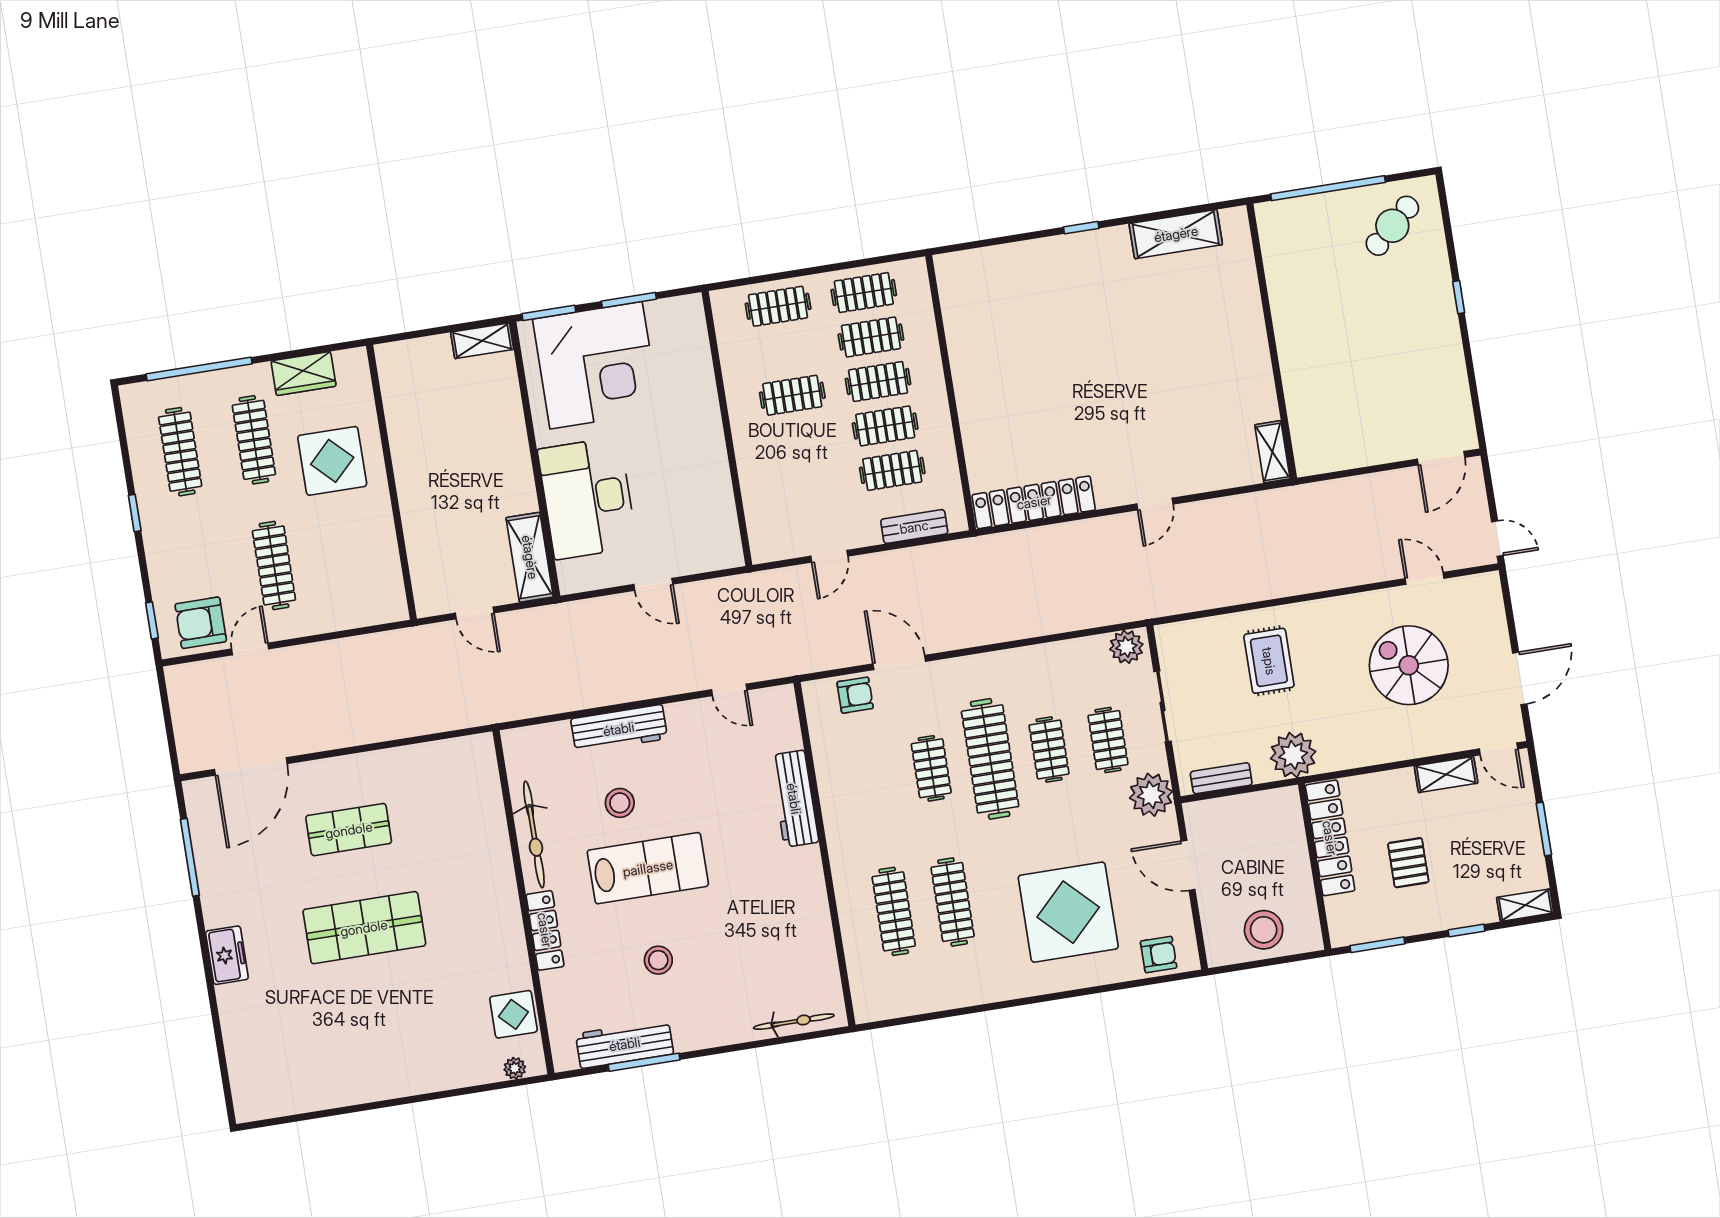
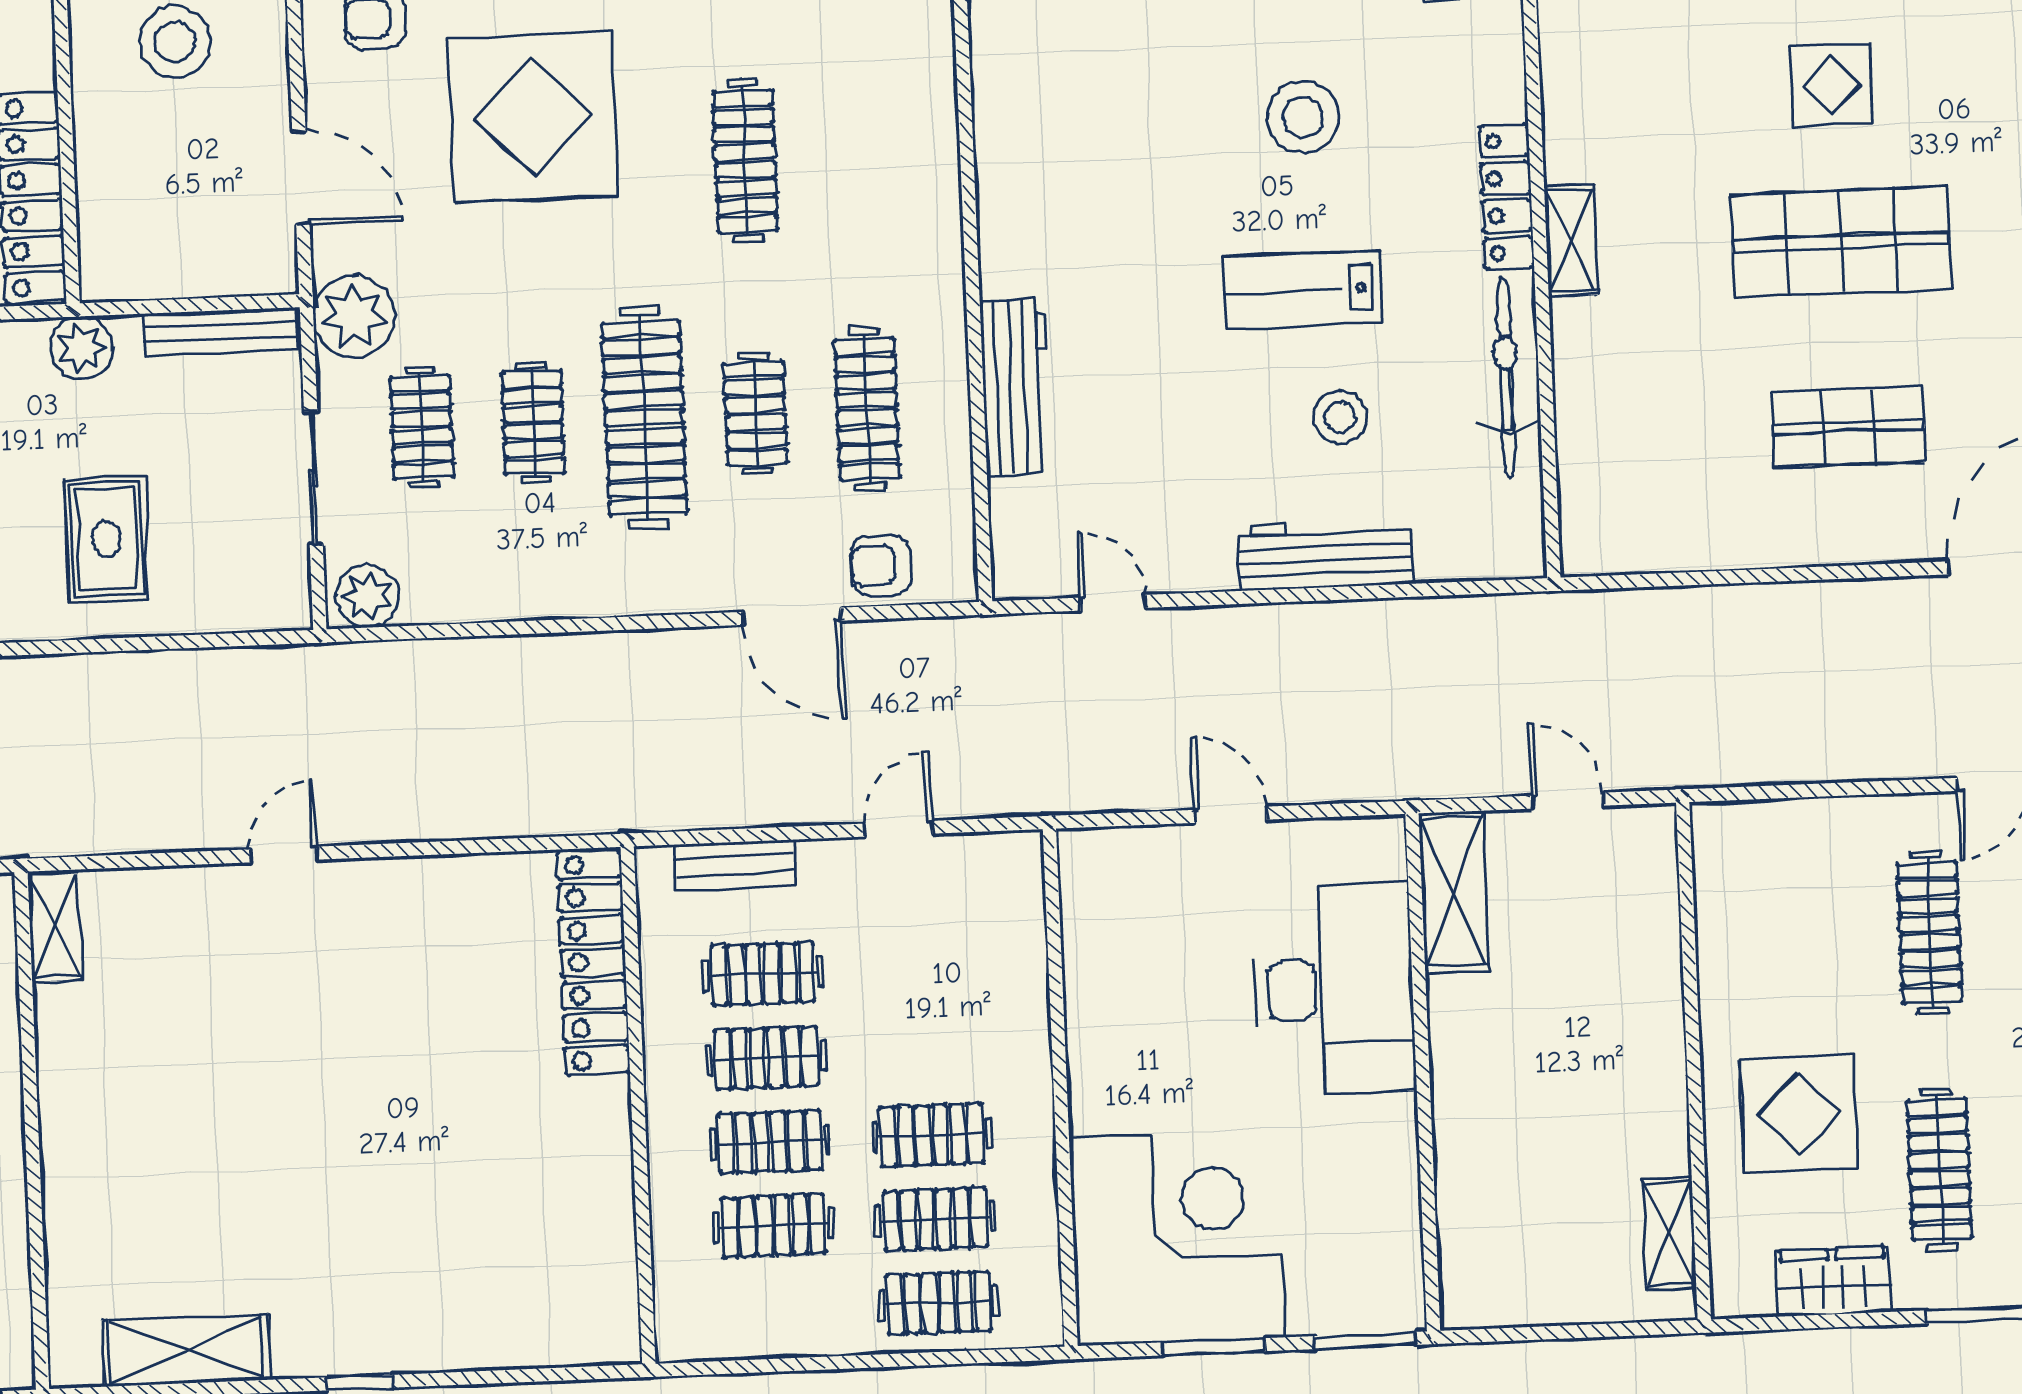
clothes rail: (864, 293) -> (935, 1219), moved
shelving: (482, 341) -> (1669, 1234), moved, turned 90
corner desk: (596, 365) -> (1177, 1238), moved, turned 90
locker: (1034, 502) -> (593, 962), moved, turned 90
plant: (1293, 755) -> (82, 348), width x0.73, depth x0.73
bench: (1221, 778) -> (220, 332), width x1.36
lab bench: (648, 868) -> (1302, 290), width x0.73, depth x0.72
shelving: (508, 911) -> (1571, 240), added
clothes rail: (894, 911) -> (867, 409), moved
stool: (658, 960) -> (1303, 117), width x1.38, depth x1.38
display table: (513, 1014) -> (1831, 85), moved

